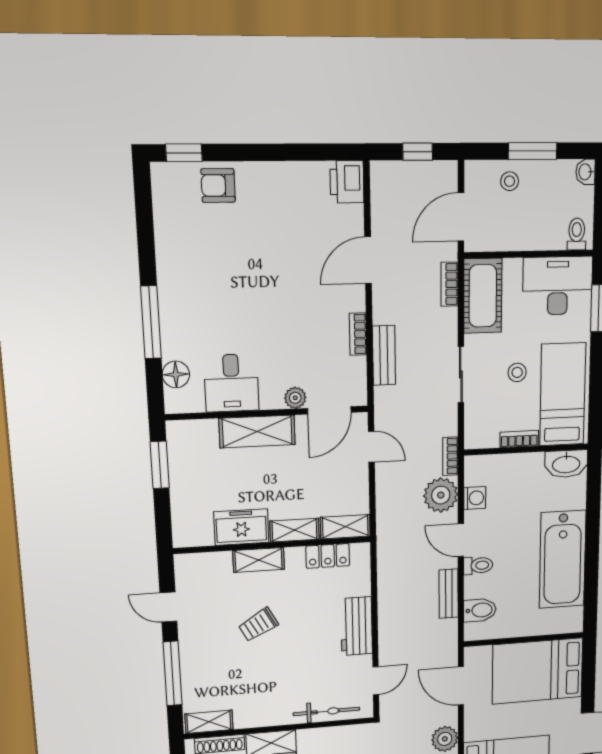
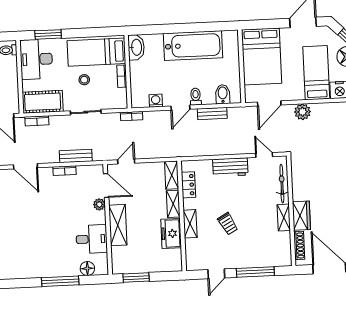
plant: (441, 495) -> (154, 121), removed
shelving: (209, 722) -> (284, 218), moved

